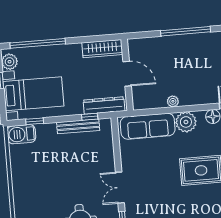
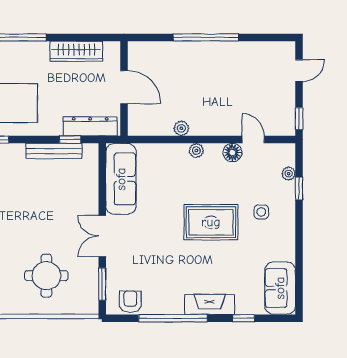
wardrobe: (102, 49) -> (76, 51), moved
plant: (186, 122) -> (196, 151), width x0.53, depth x0.53
sofa: (148, 126) -> (121, 179), moved, turned -90

